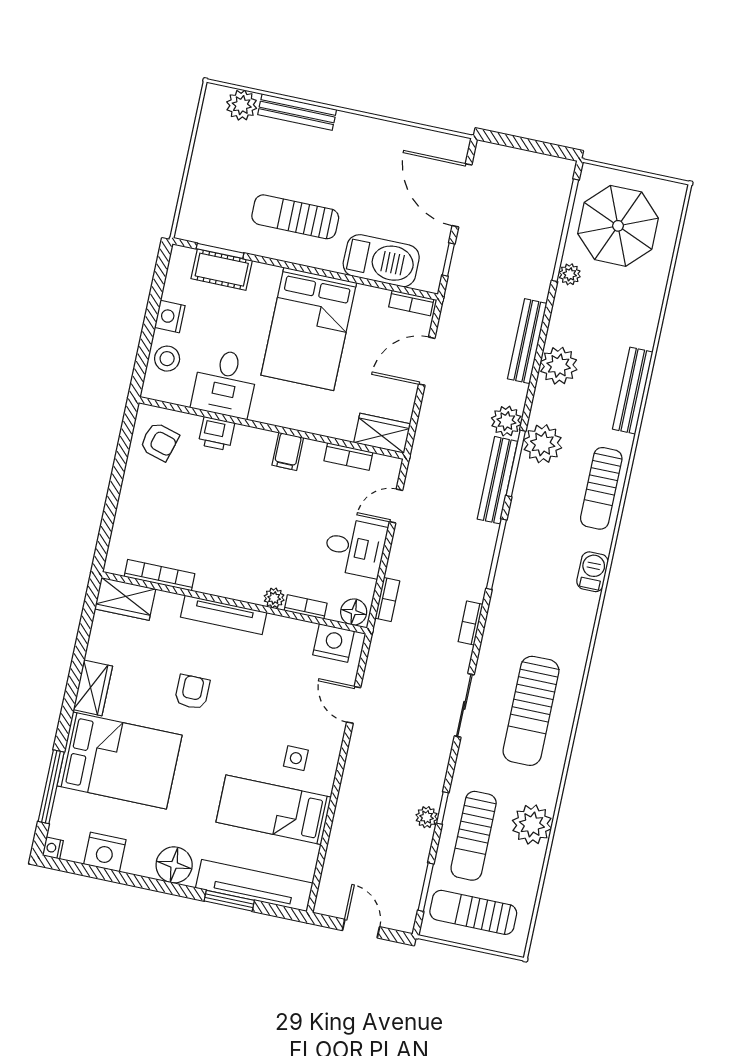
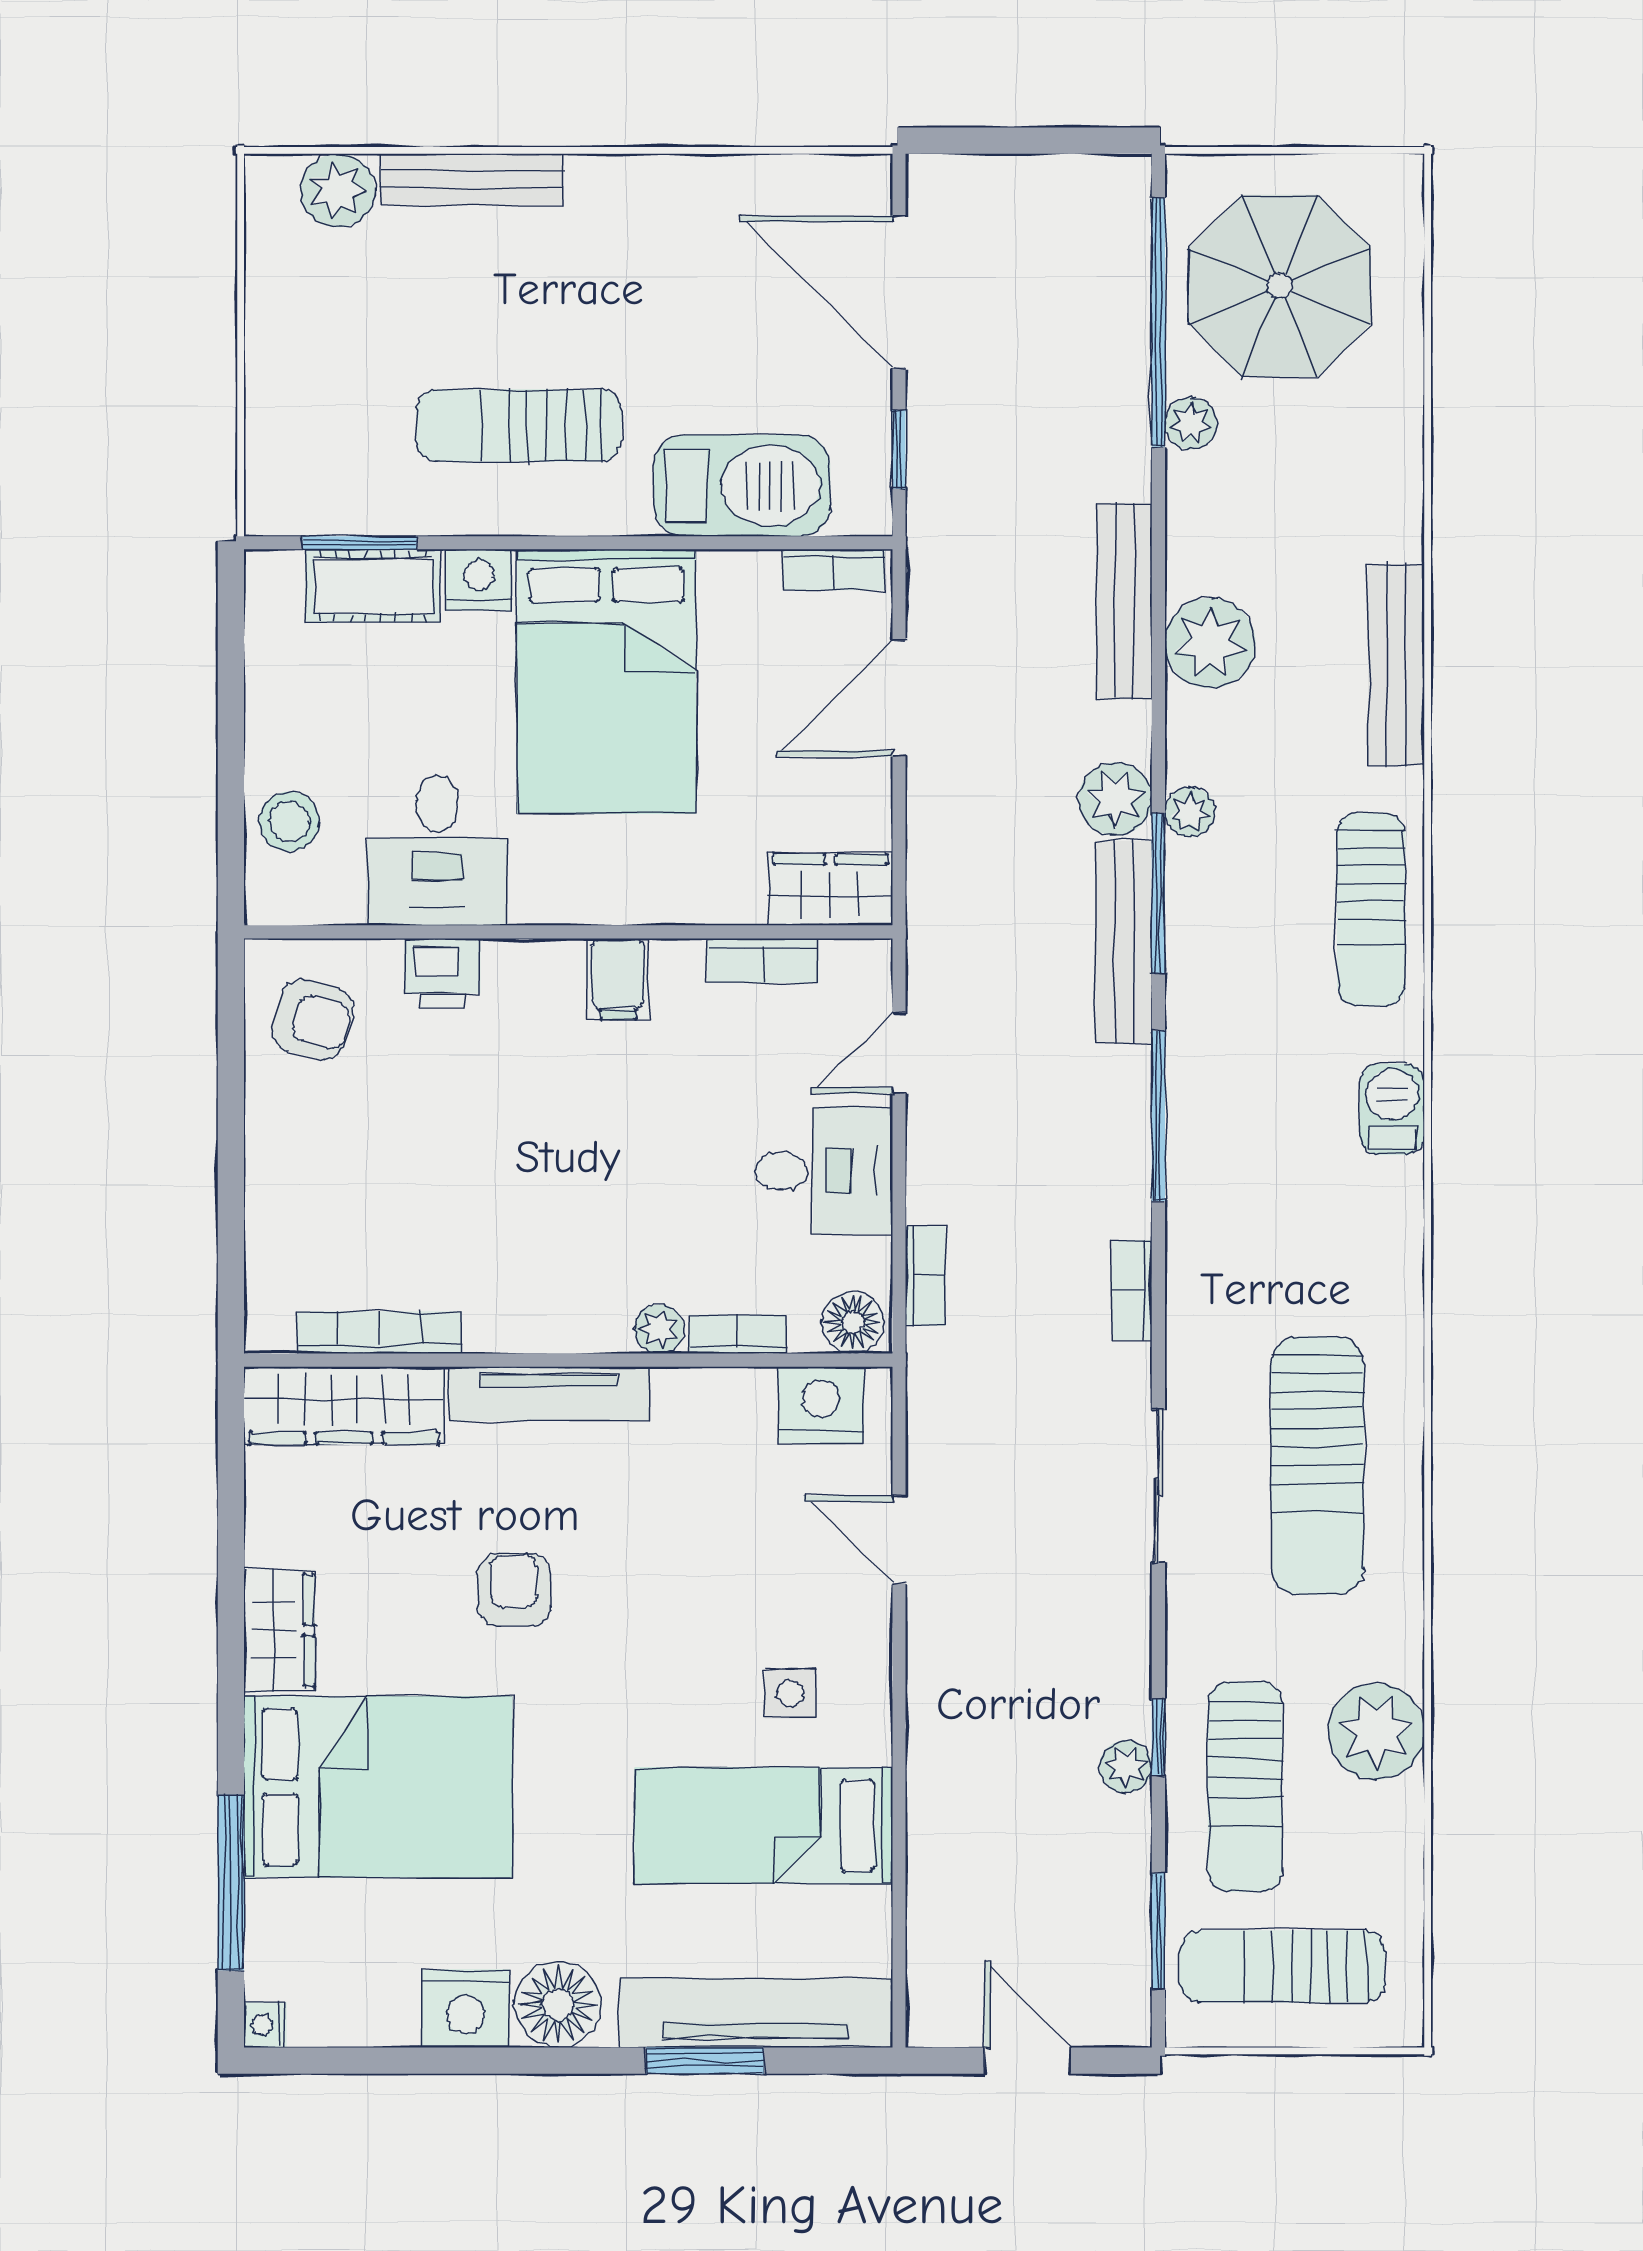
nightstand: (170, 316) -> (479, 580), moved, turned 90
plant: (543, 444) -> (1190, 812), width x0.53, depth x0.53
wardrobe: (125, 599) -> (344, 1405), width x1.50
nightstand: (105, 852) -> (466, 2008), moved

